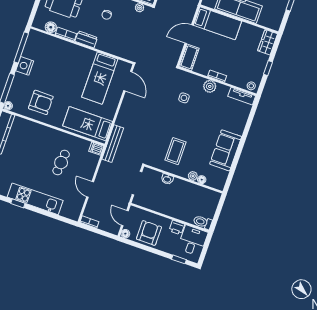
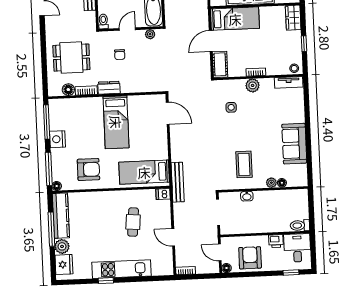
bed: (100, 78) -> (116, 122), moved

